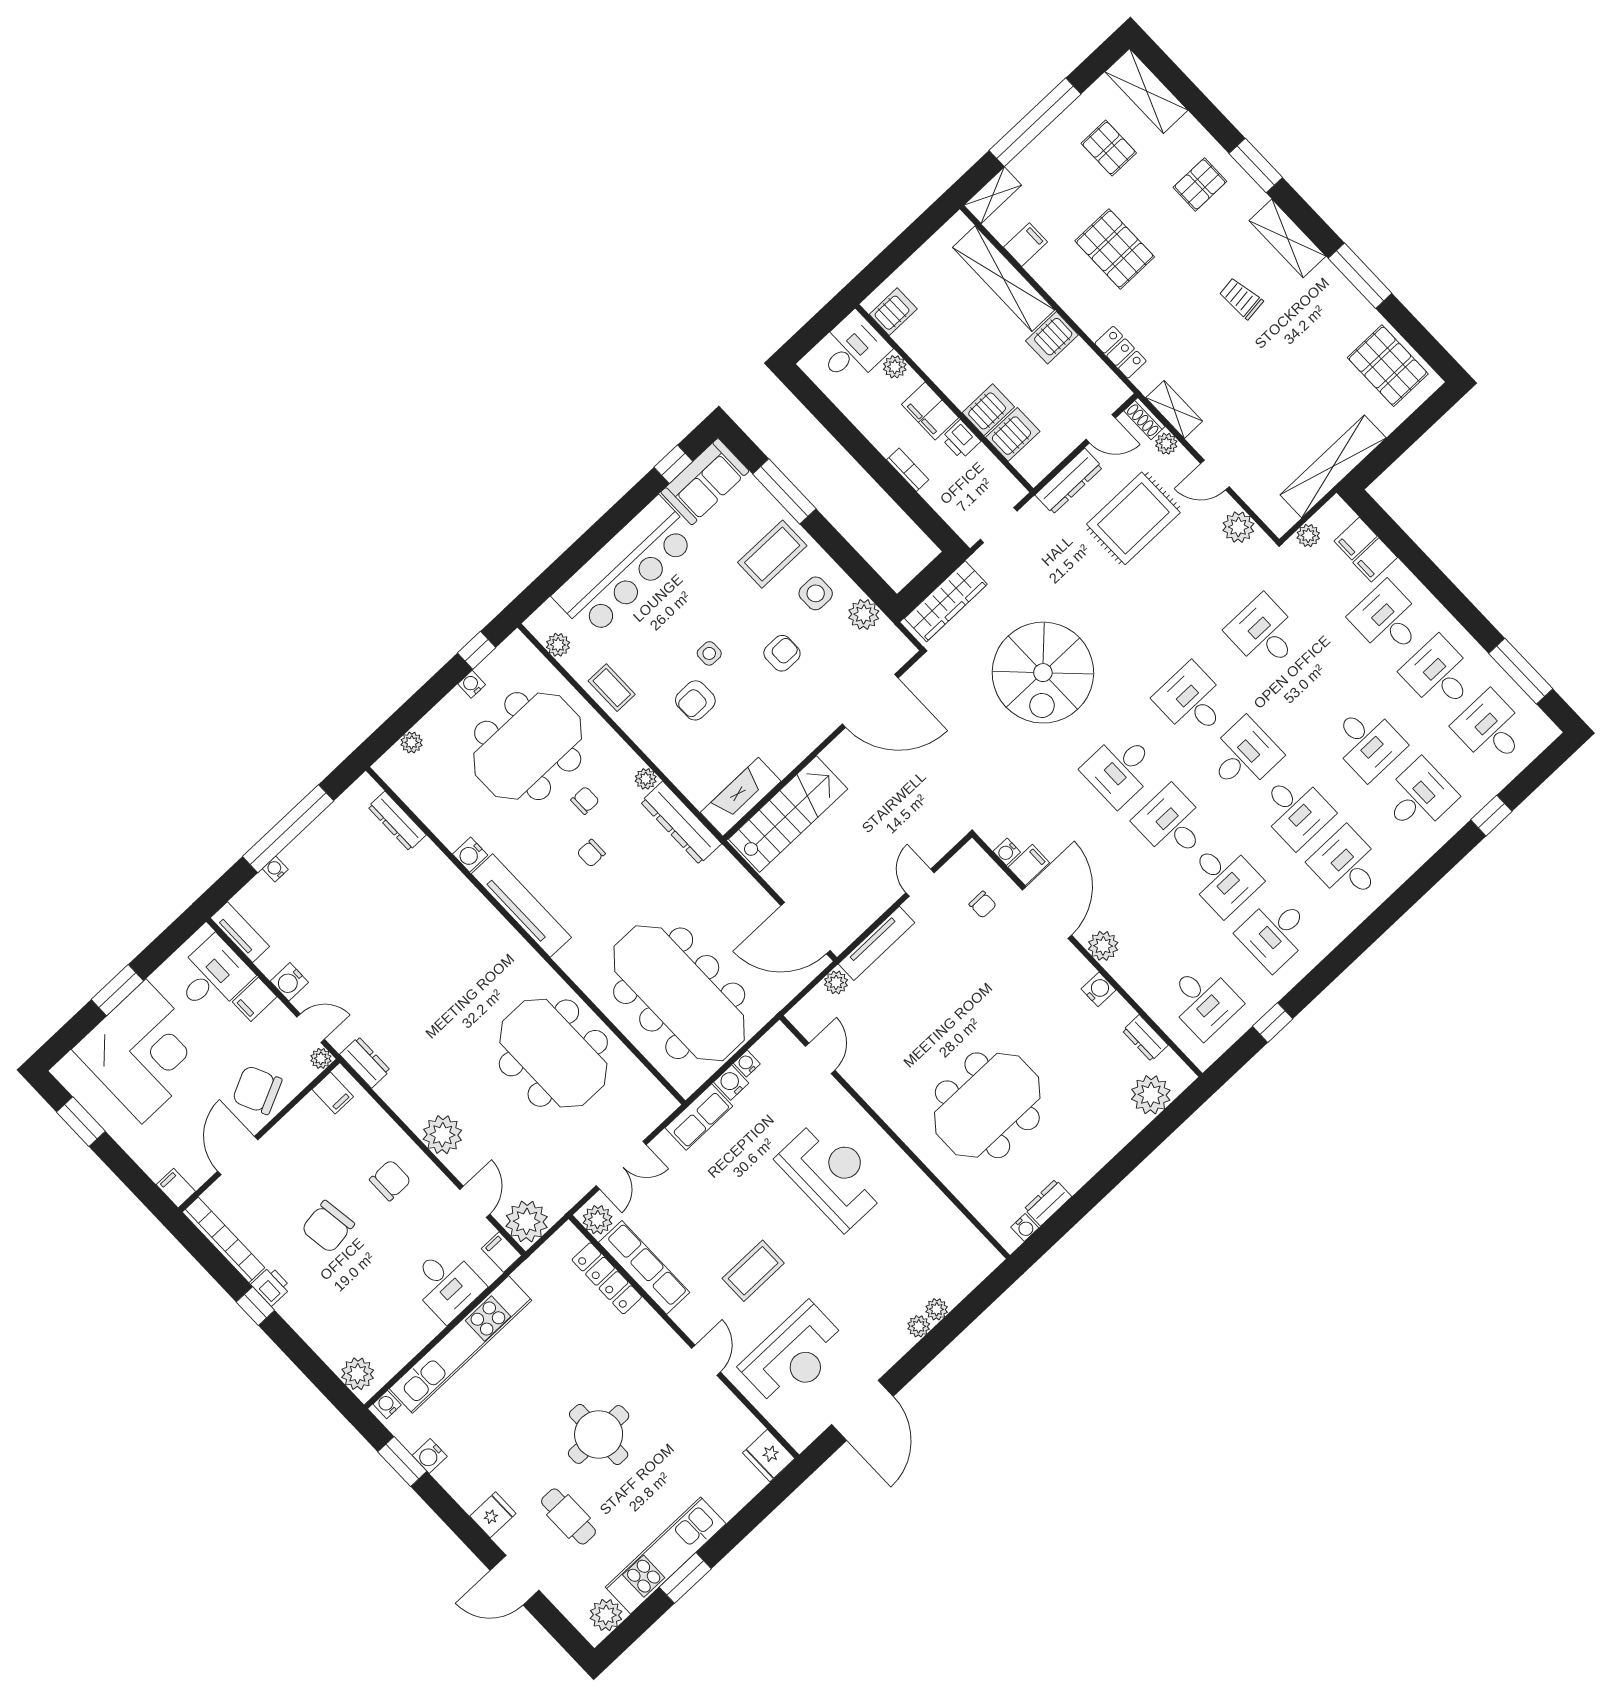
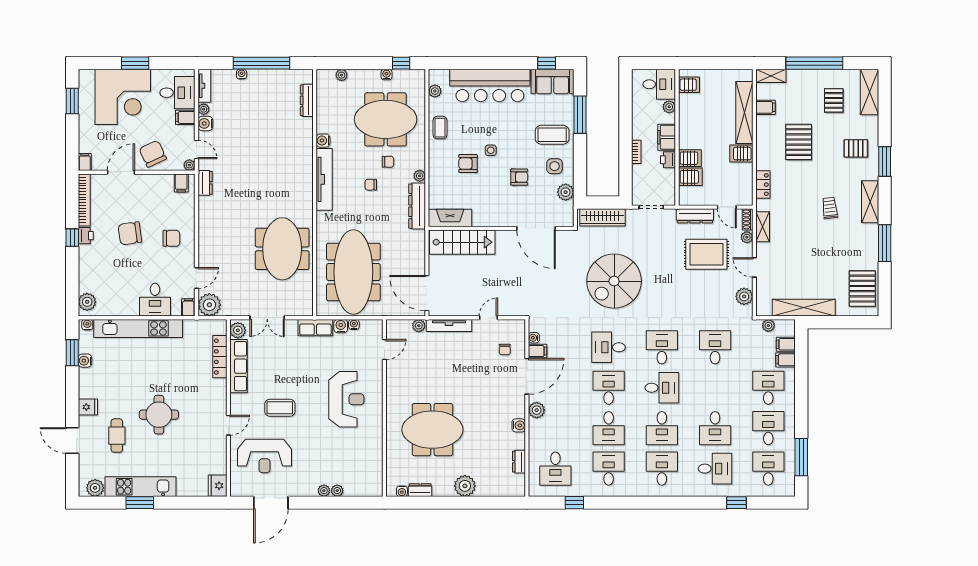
desk: (1275, 933) -> (609, 469), turned 90
plant: (1151, 1095) -> (465, 486), moved
plant: (442, 1135) -> (204, 109), moved, width x0.53, depth x0.53

